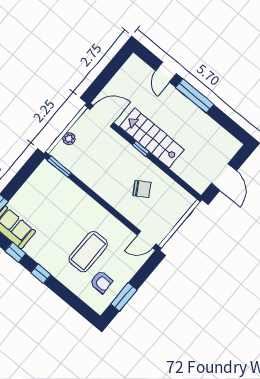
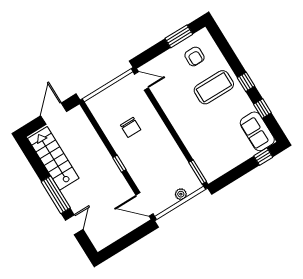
stairs: (152, 138) -> (53, 158), moved, turned 180
chair: (142, 189) -> (131, 127), turned -149
coffee table: (88, 252) -> (214, 87), moved
armchair: (101, 282) -> (194, 56), turned 180

